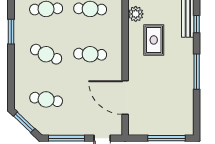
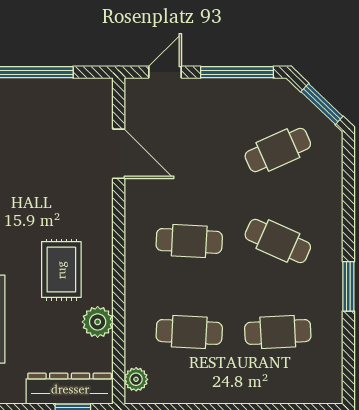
door: (125, 98) -> (119, 154), width x0.73
cafe table: (46, 99) -> (278, 150), turned -33

